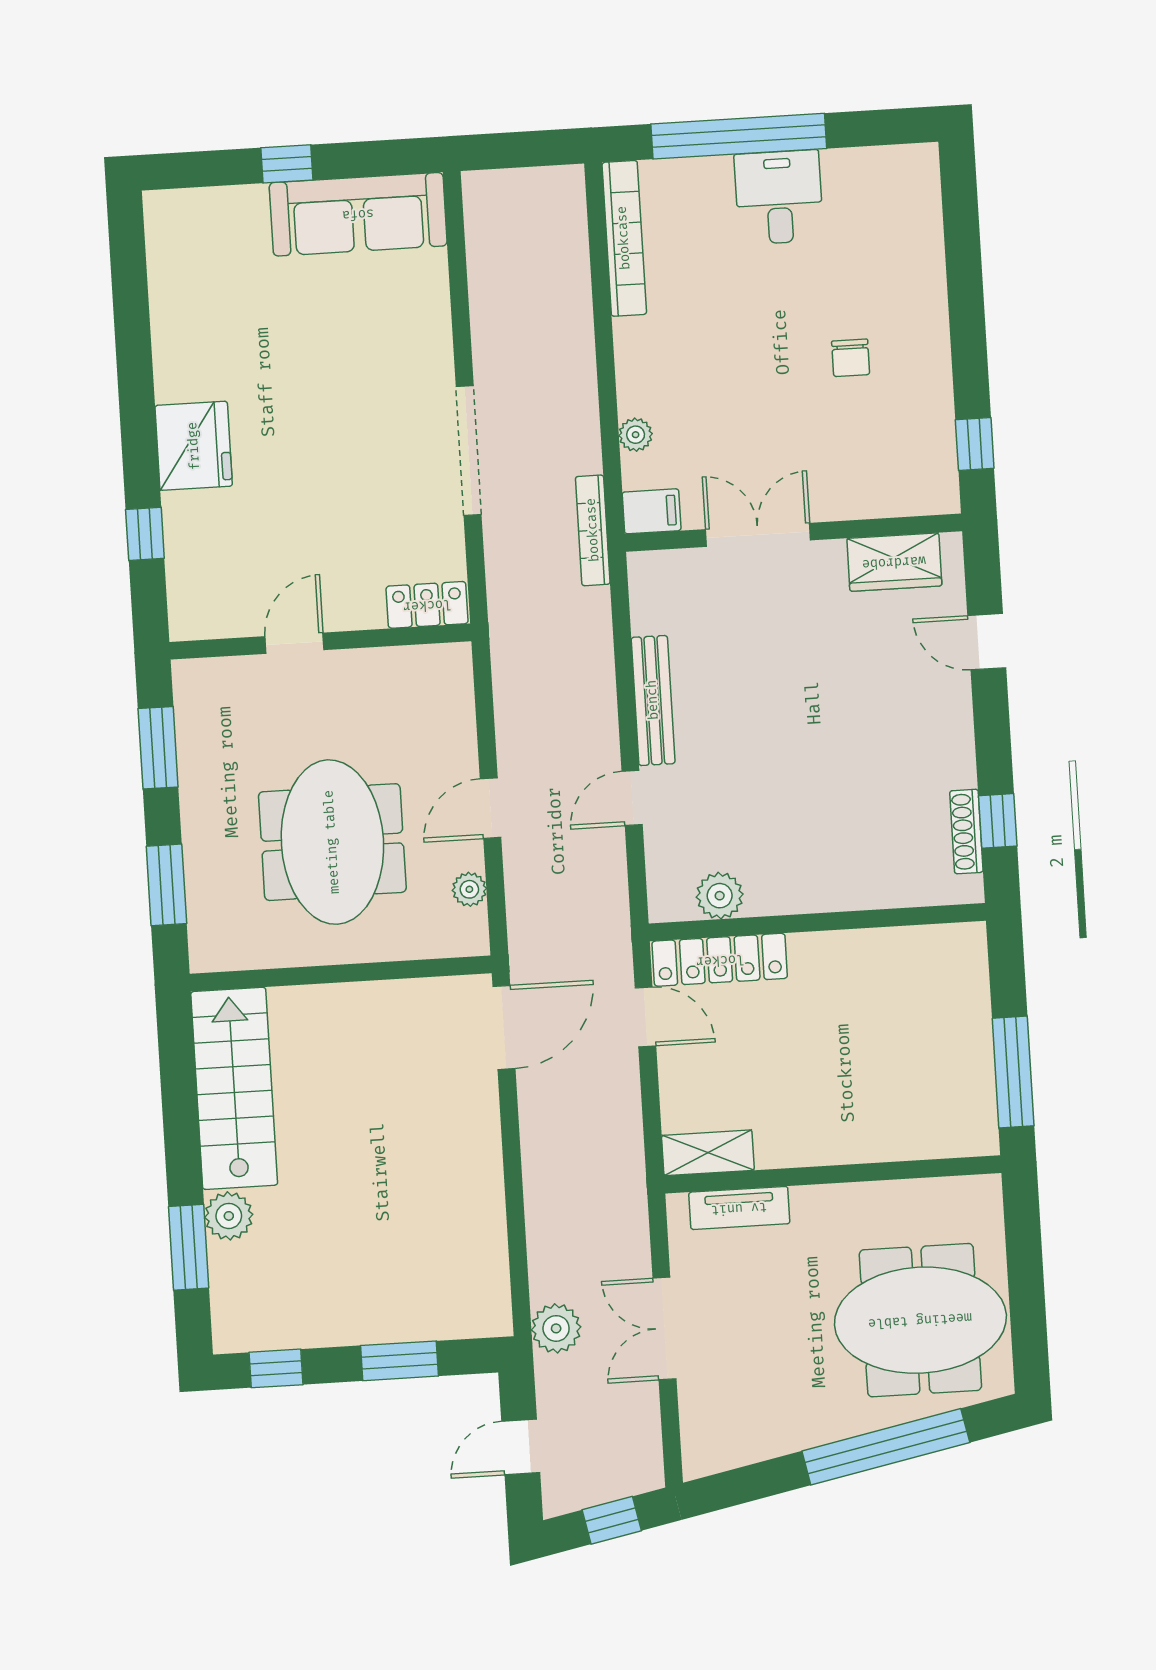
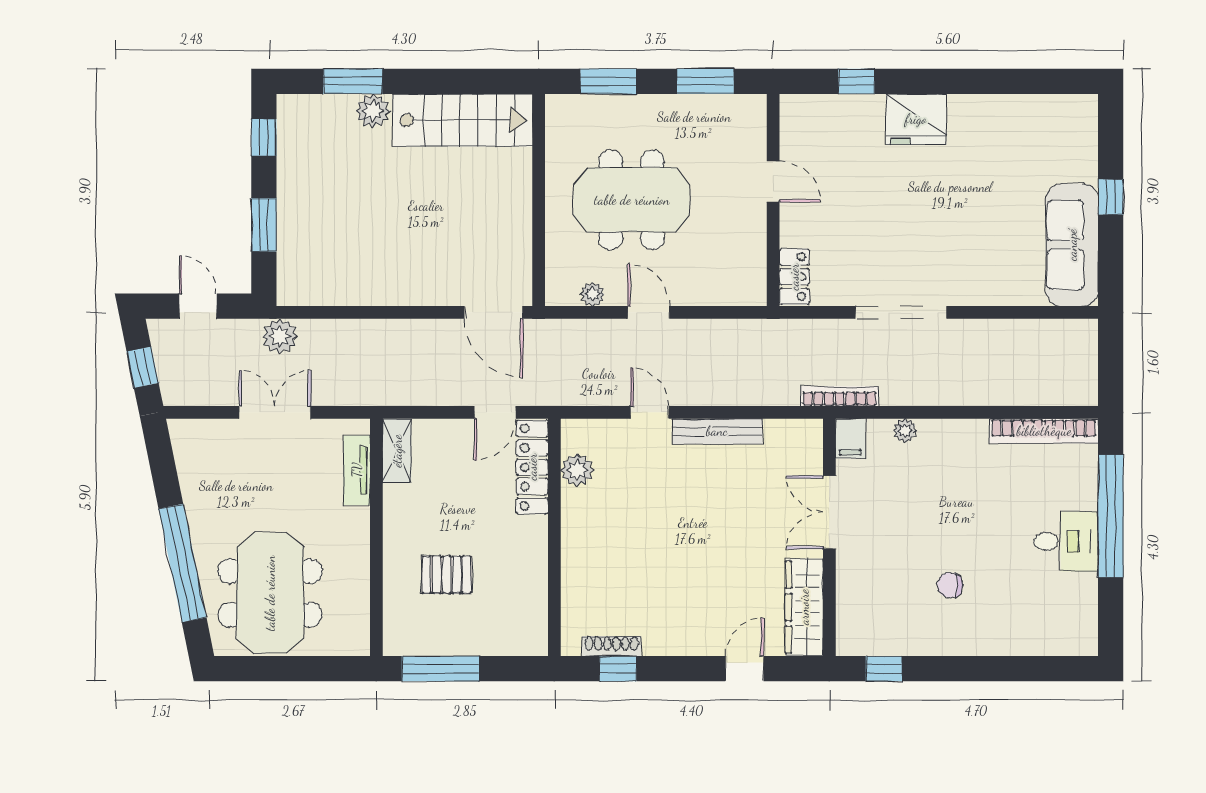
double door: (758, 535) -> (829, 512), swing flipped
wardrobe: (894, 562) -> (804, 607), width x1.50
pallet: (879, 1072) -> (447, 575), added

